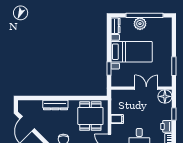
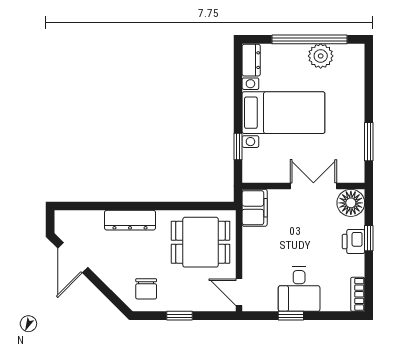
plant: (140, 24) -> (321, 56), moved
dining table: (90, 116) -> (201, 242), turned 90
filing cabinet: (117, 119) -> (255, 208), moved, width x2.00
printer: (166, 126) -> (353, 242), moved

